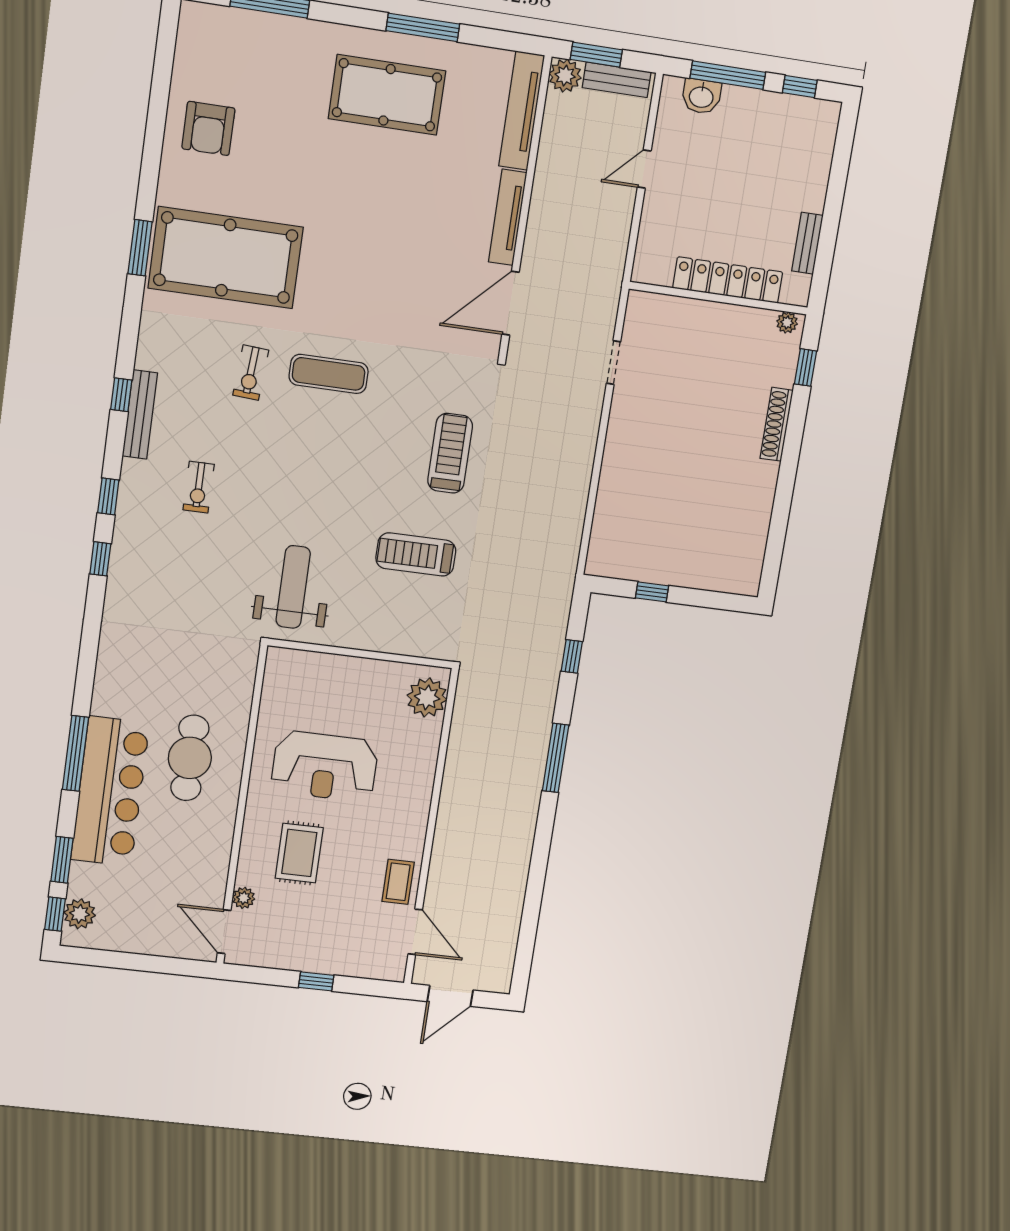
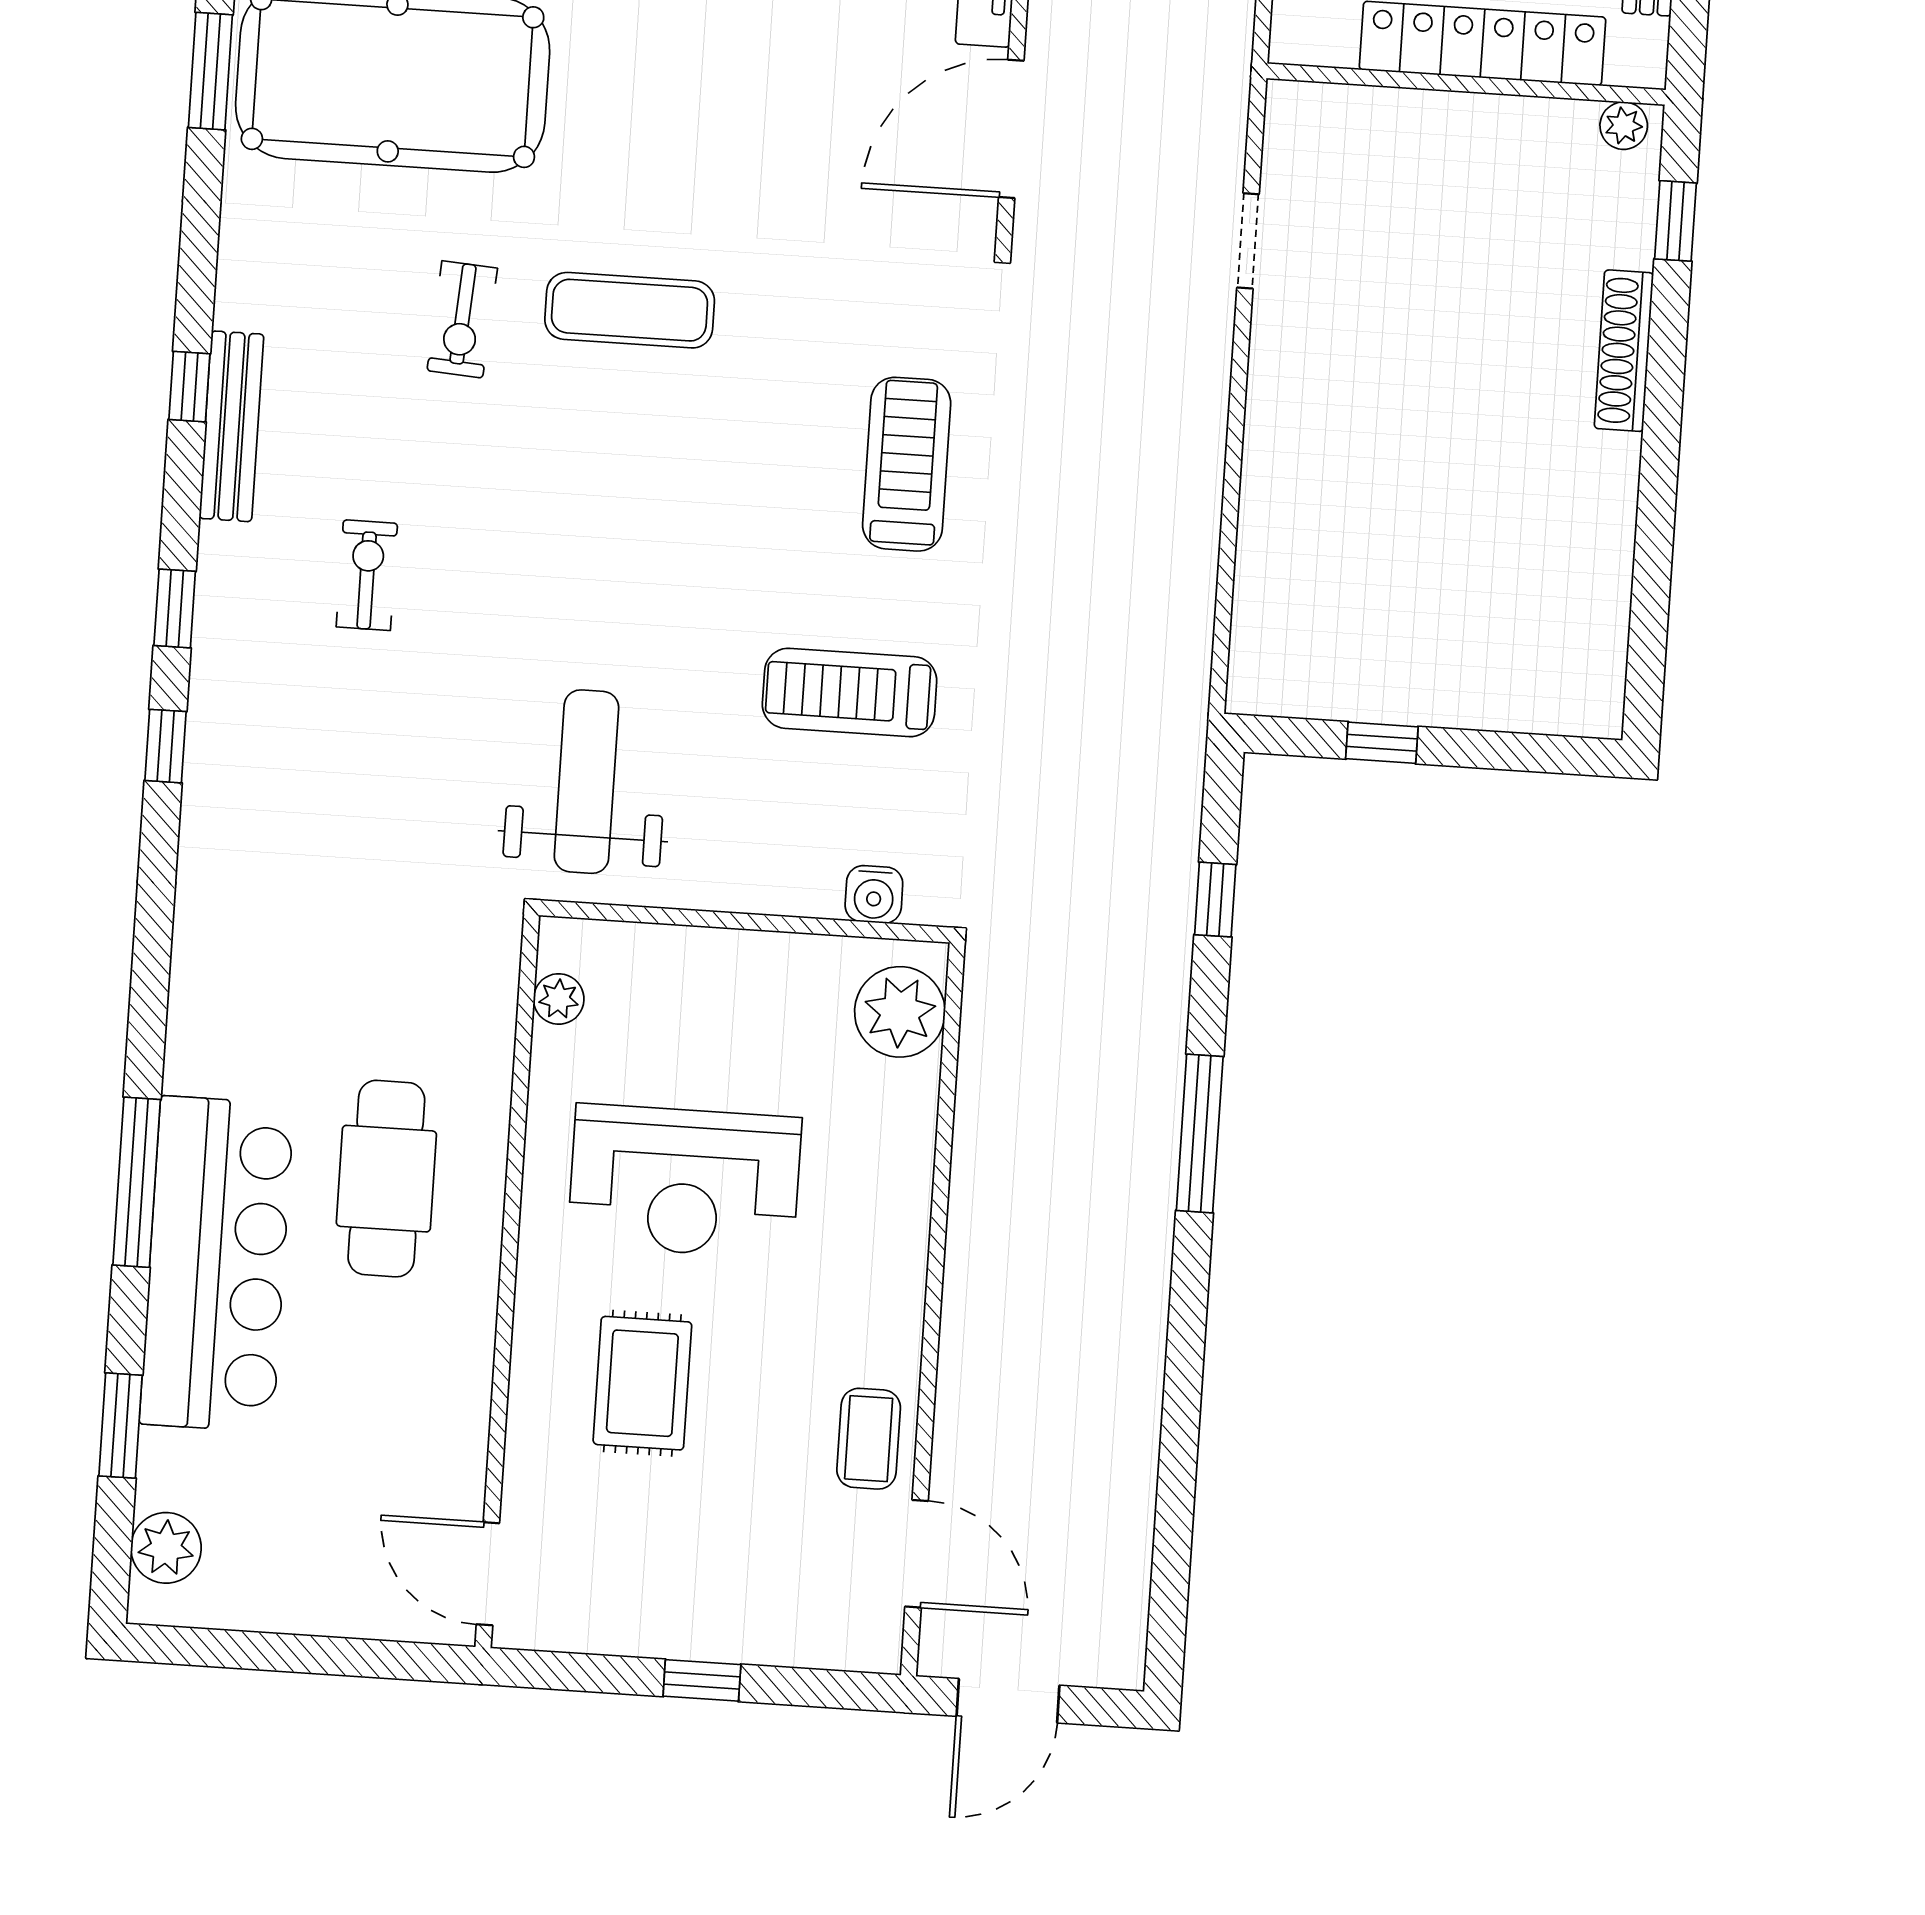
exercise bike: (199, 487) -> (367, 575), turned 180
water cooler: (420, 645) -> (874, 894), added
plant: (244, 898) -> (559, 999), moved
window: (55, 914) -> (112, 1551), removed

